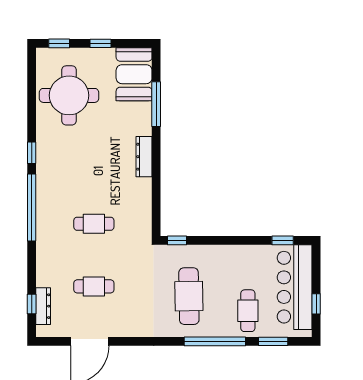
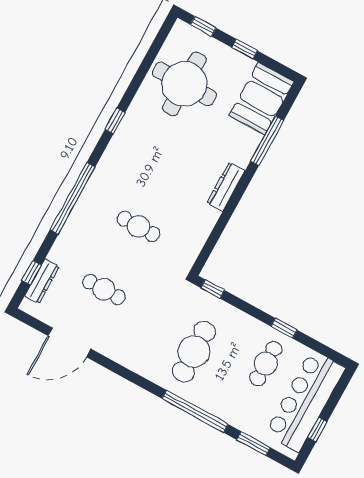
window: (32, 208) -> (73, 198), moved
window: (283, 240) -> (284, 328), moved
cafe table: (248, 311) -> (266, 364), moved

